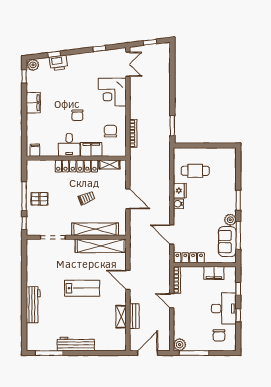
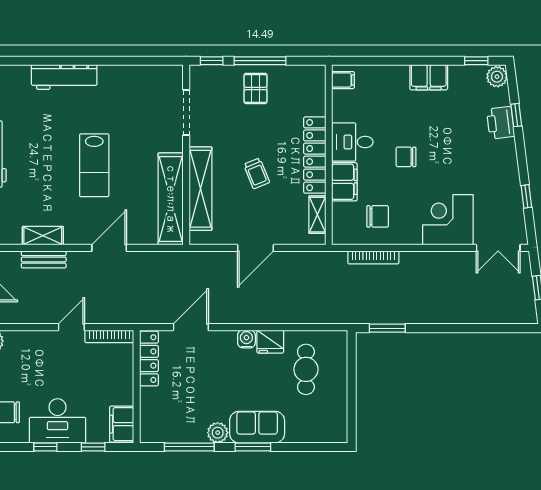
sofa: (227, 242) -> (257, 427), moved
filing cabinet: (214, 273) -> (122, 424), moved

